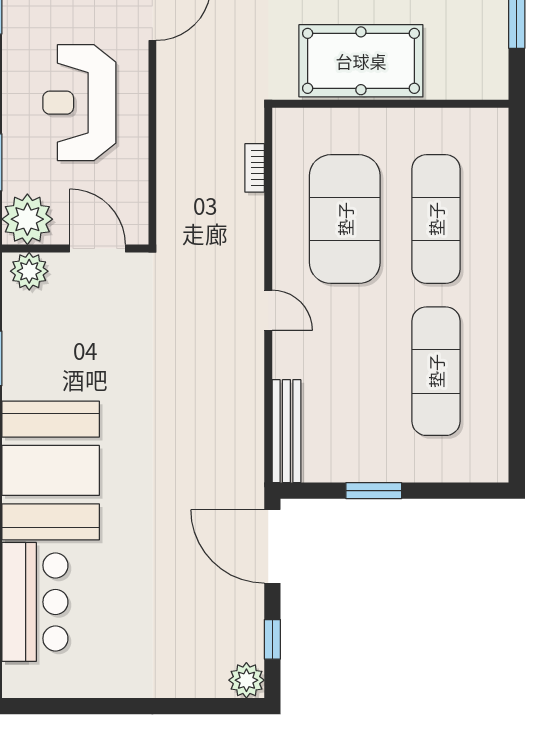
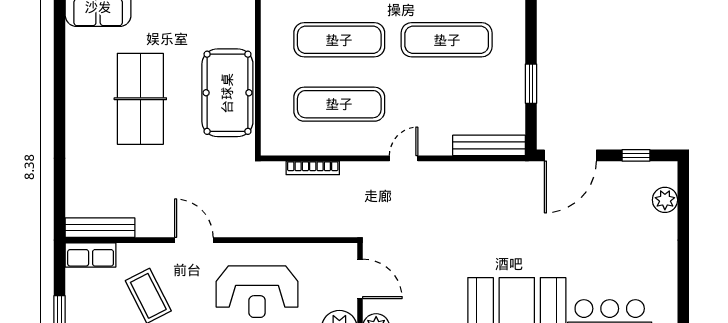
bookcase: (255, 168) -> (313, 168), width x1.56
exercise mat: (345, 219) -> (339, 104), width x0.68
door: (97, 248) -> (360, 279), swing flipped
plant: (246, 680) -> (665, 200), moved

